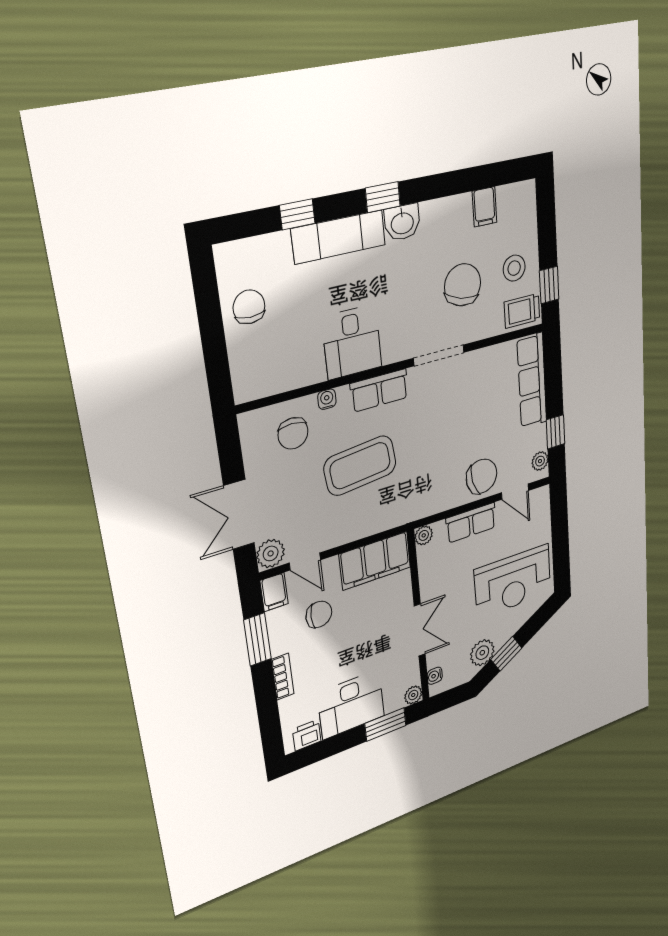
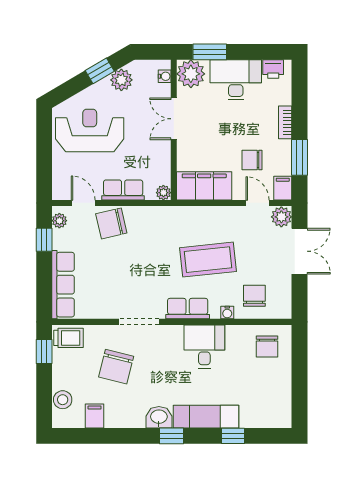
stool: (514, 268) -> (63, 400), moved
chair: (249, 307) -> (267, 347), moved
plant: (413, 695) -> (191, 74), width x1.88, depth x1.88

